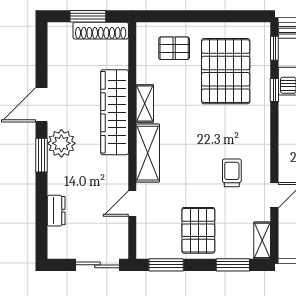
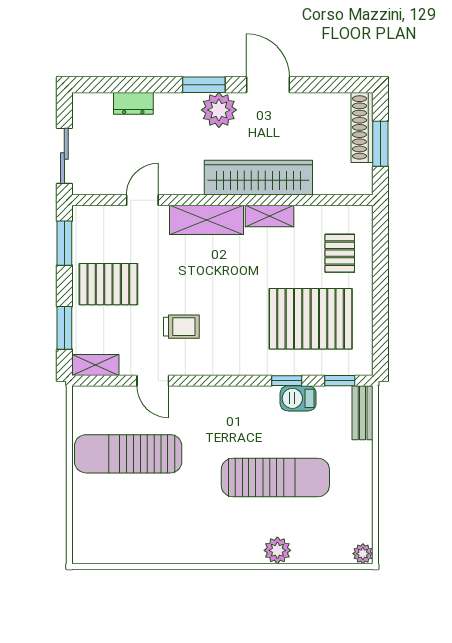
shoe rack: (101, 31) -> (362, 127), moved
door: (132, 203) -> (142, 200), hinge flipped

